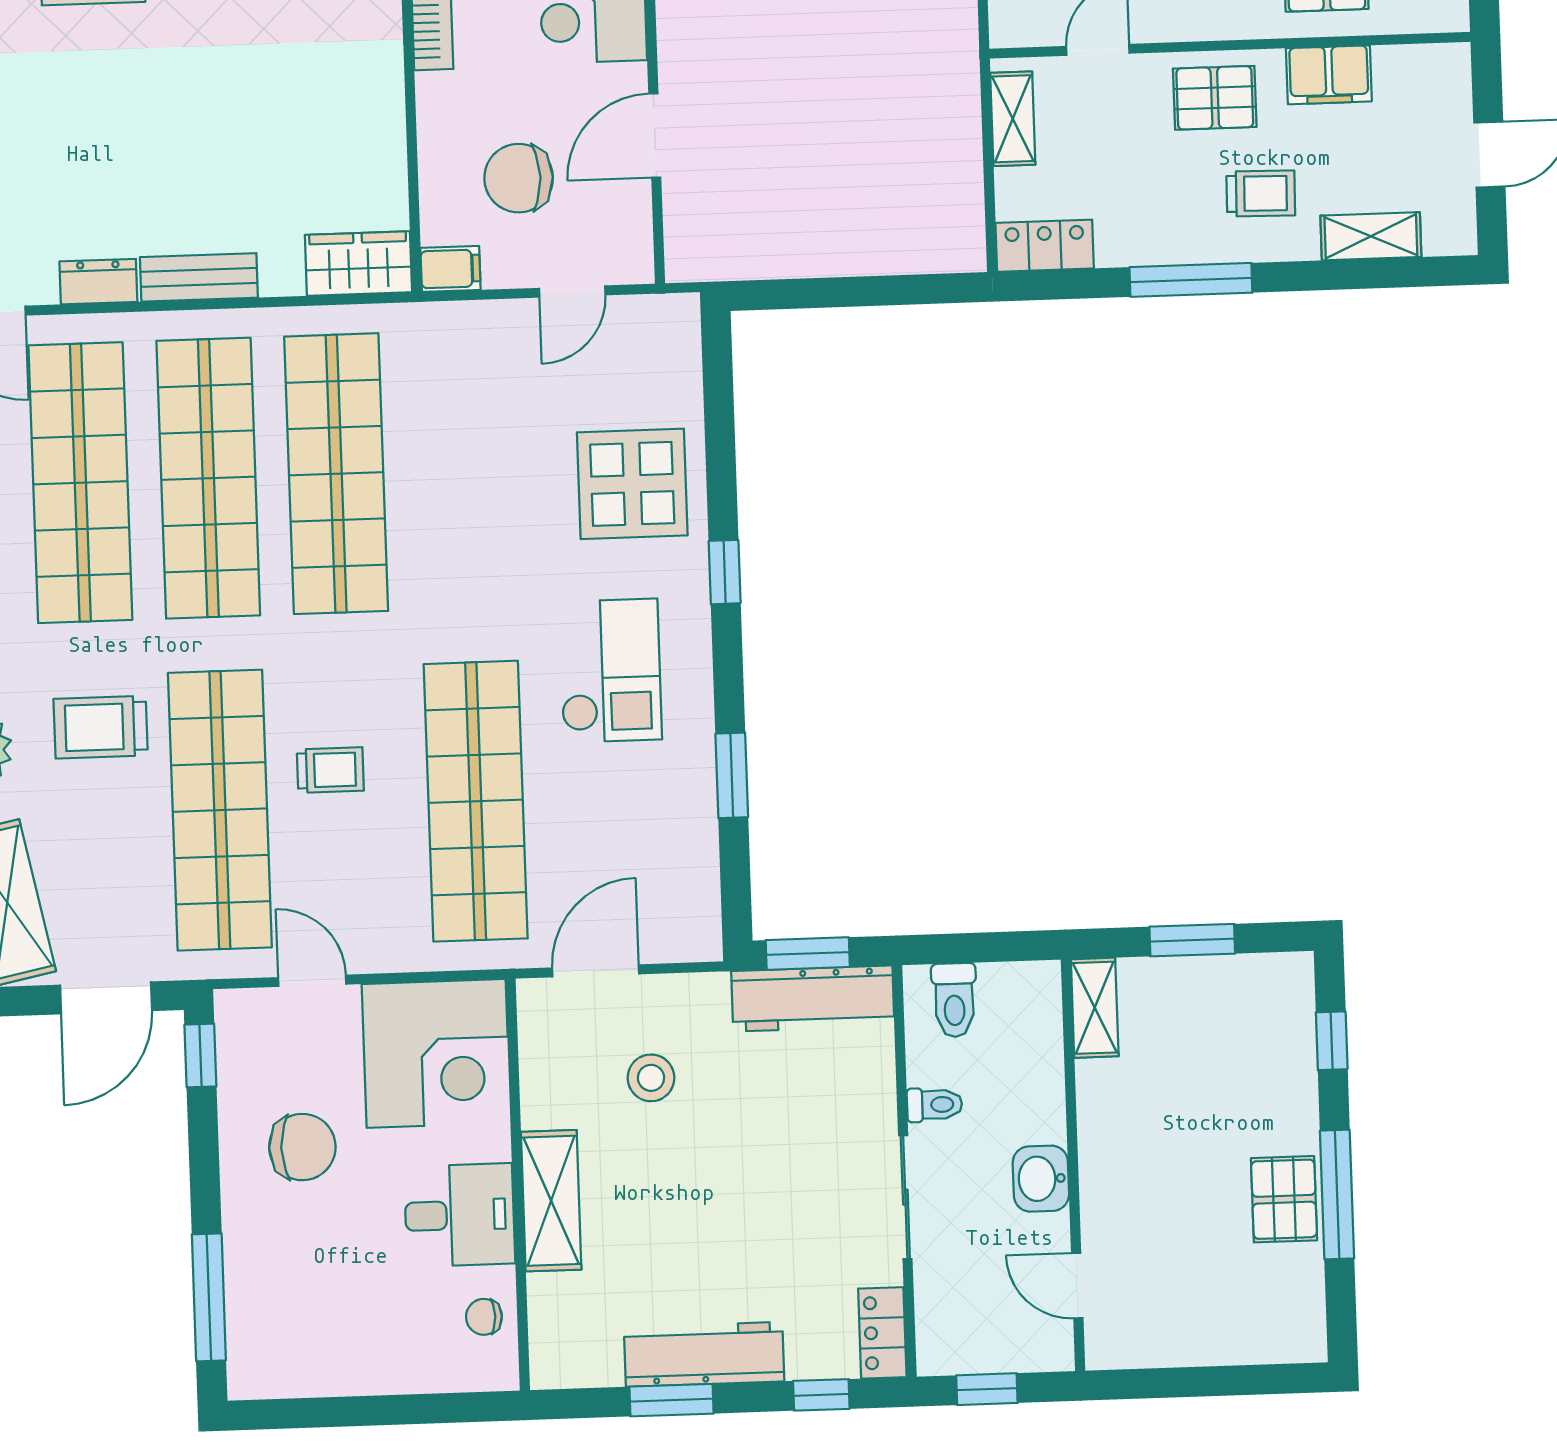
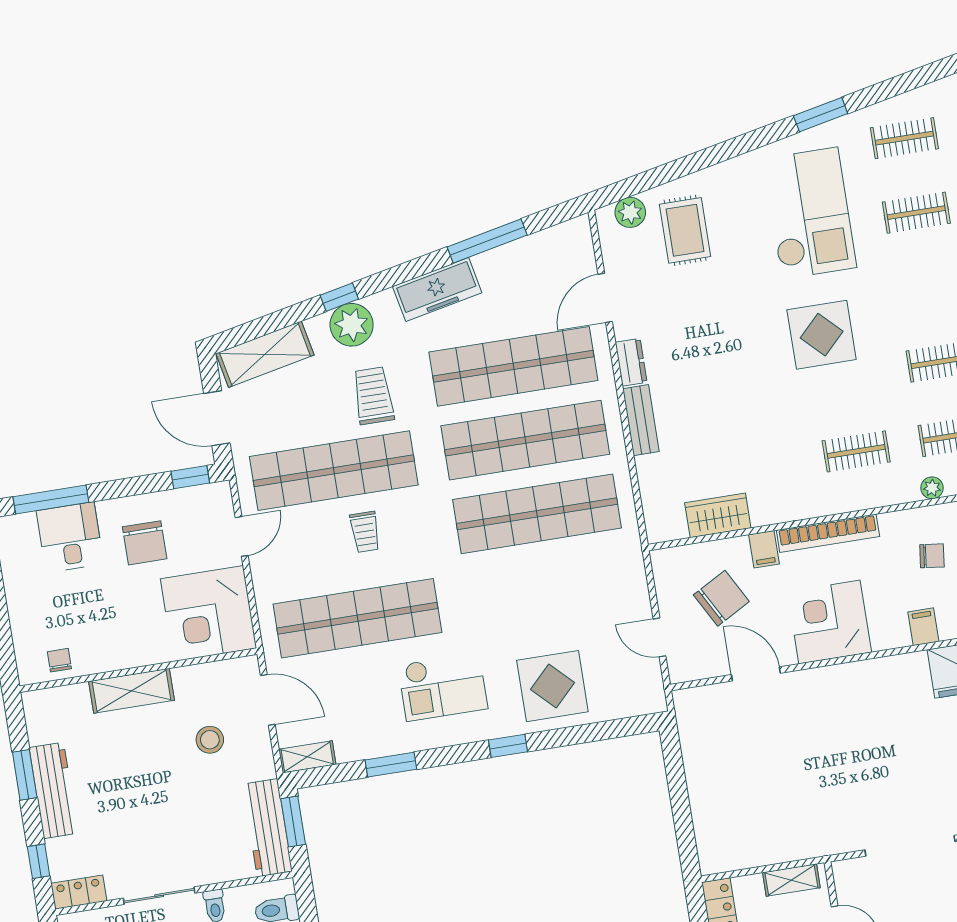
chair: (519, 178) -> (721, 598), turned 61
wardrobe: (358, 264) -> (718, 515), moved, turned -90
filing cabinet: (451, 269) -> (764, 549), moved
shelving: (701, 916) -> (307, 757), added
desk: (460, 1215) -> (70, 537), moved, turned 180

